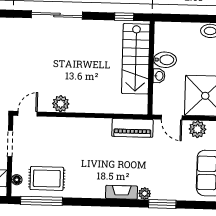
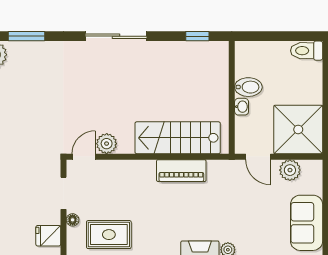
stairs: (136, 59) -> (178, 138), moved, turned 90
plant: (61, 104) -> (107, 144), moved
piano: (132, 128) -> (181, 171), moved
floor lamp: (17, 180) -> (73, 220), moved

